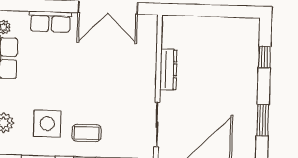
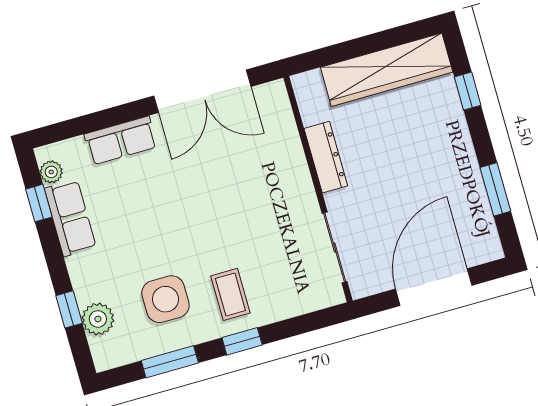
wardrobe: (221, 29) -> (387, 70), added
coffee table: (86, 133) -> (230, 294), turned 90

